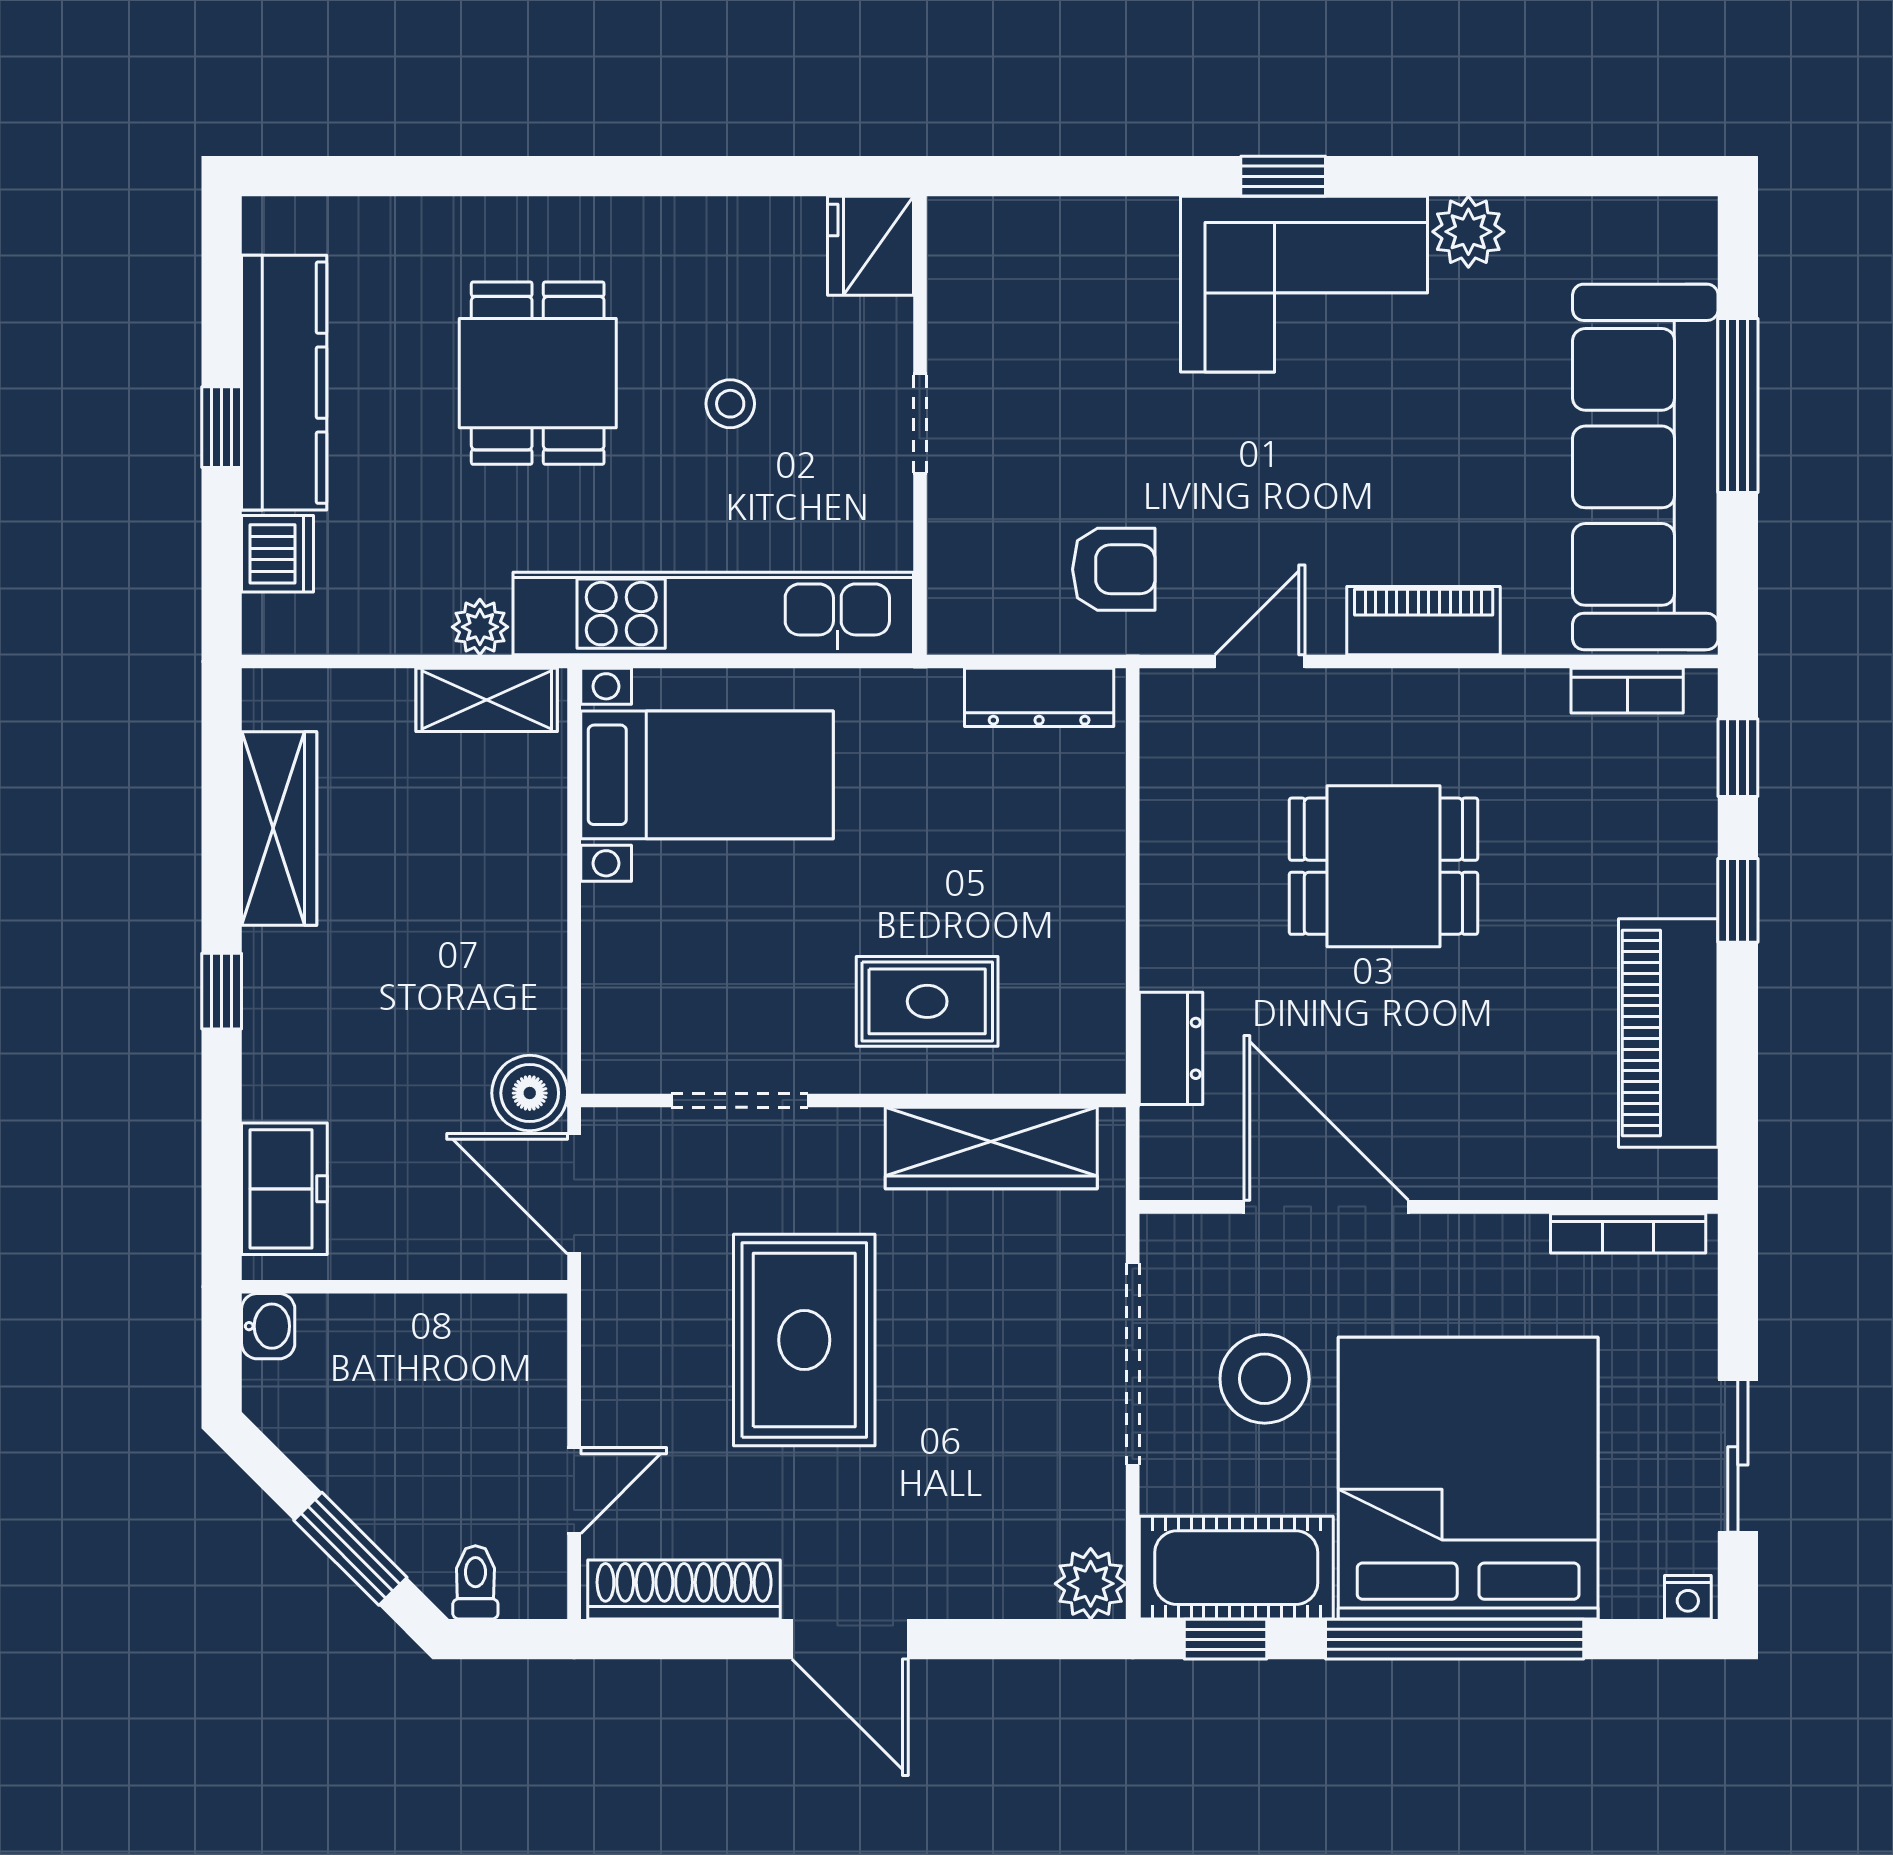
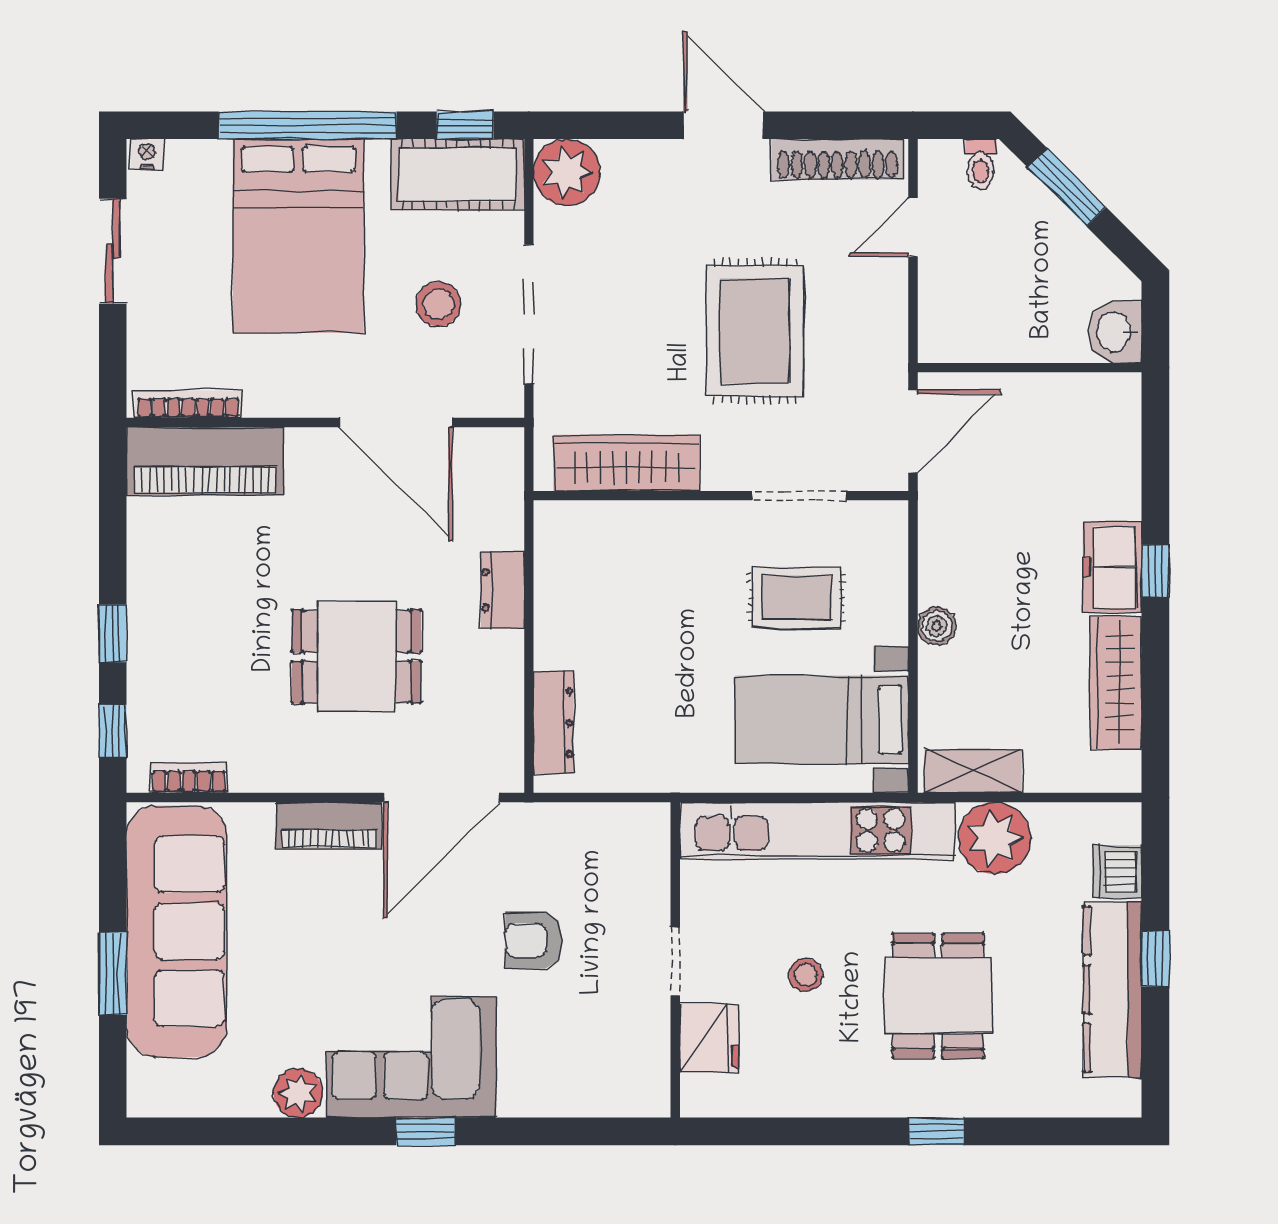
window: (540, 176) -> (937, 1131), added
fridge: (871, 246) -> (709, 1038), moved
window: (1738, 405) -> (113, 974), width x0.69
armchair: (1114, 569) -> (534, 940), moved
plant: (480, 627) -> (995, 838), width x1.88, depth x1.88
door: (1260, 662) -> (441, 797), width x1.88
dresser: (1039, 697) -> (554, 723), moved, turned 90
rug: (927, 1001) -> (797, 598), moved
piano: (1668, 1033) -> (205, 461), moved, turned 90
dresser: (1171, 1048) -> (503, 590), moved
boiler: (530, 1093) -> (937, 626), moved, width x0.73, depth x0.73
freezer: (284, 1189) -> (1112, 567), moved
door: (574, 1194) -> (913, 432), hinge flipped
washbasin: (268, 1326) -> (1115, 332), width x1.38, depth x1.45
stool: (1265, 1379) -> (438, 304), width x0.73, depth x0.73
bed: (1468, 1478) -> (298, 236), width x0.73
plant: (1091, 1584) -> (567, 172), width x1.36, depth x1.36

